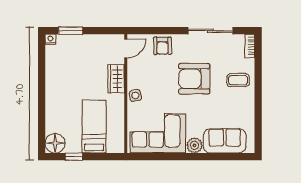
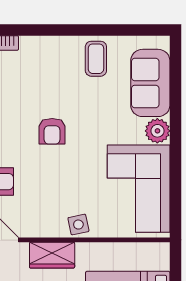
armchair: (194, 79) -> (52, 131), width x0.53, depth x0.53
coffee table: (238, 80) -> (96, 59), moved

